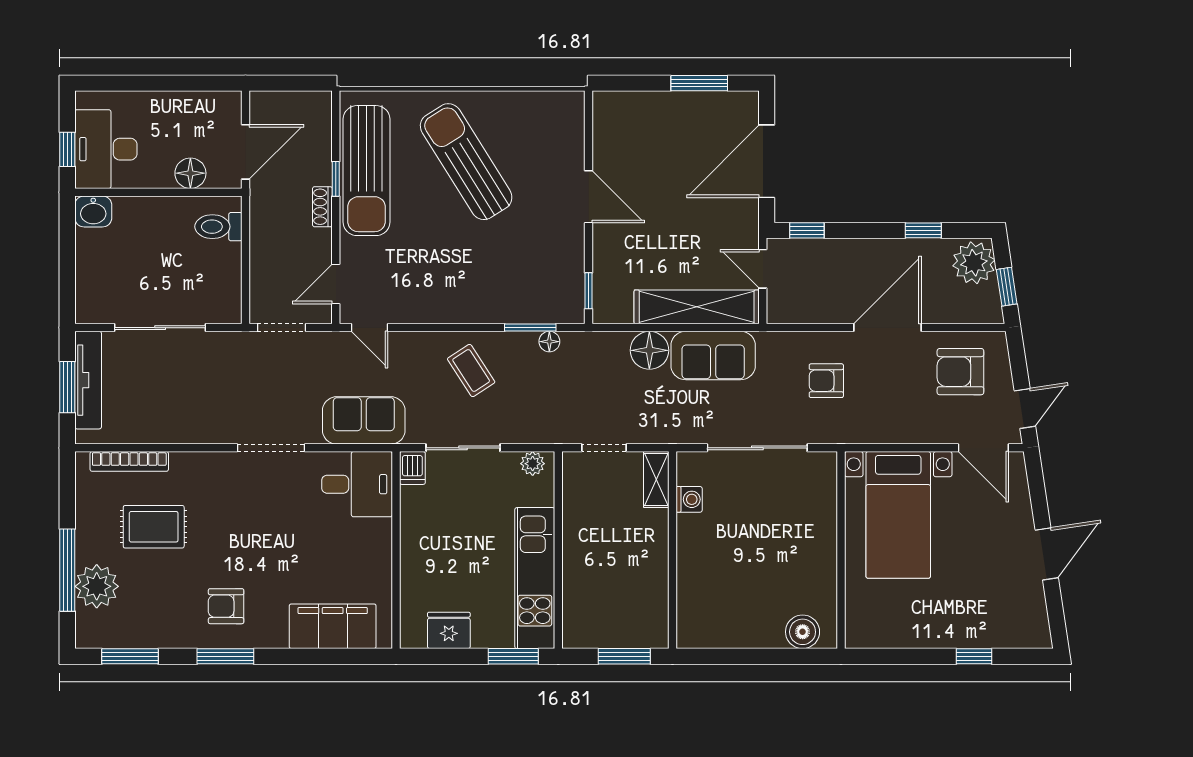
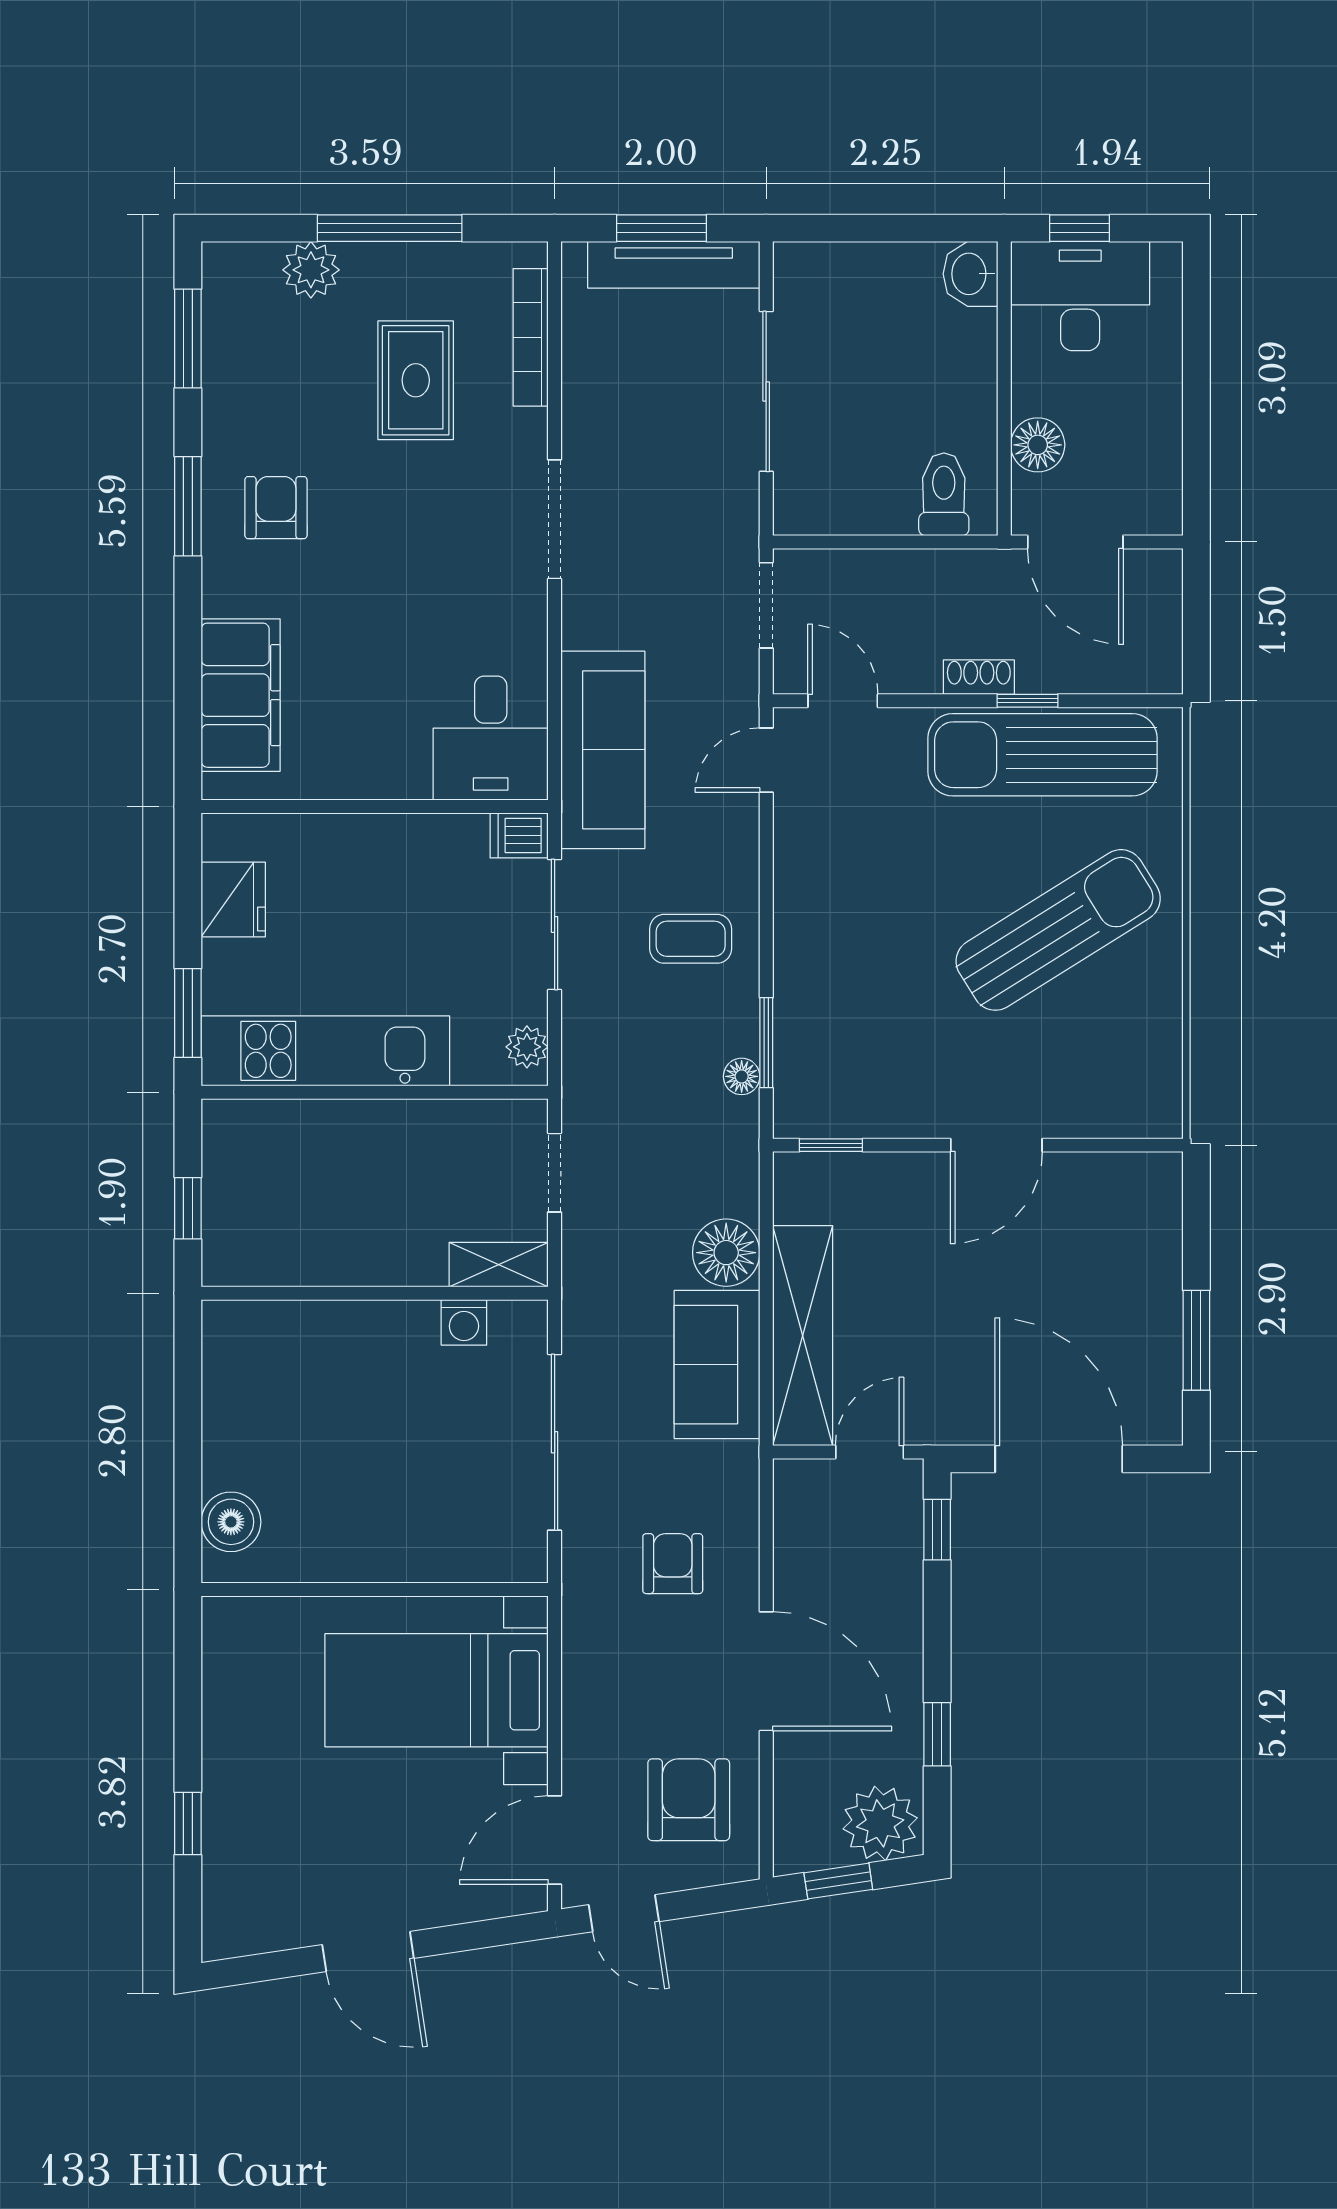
coffee table: (471, 371) -> (691, 939), turned 33
sofa: (364, 420) -> (603, 750), width x1.36
doorway: (271, 448) -> (555, 519), moved
window: (67, 570) -> (390, 228), moved
plant: (97, 586) -> (311, 270), width x0.73, depth x0.73
window: (624, 656) -> (188, 1208), width x0.67

